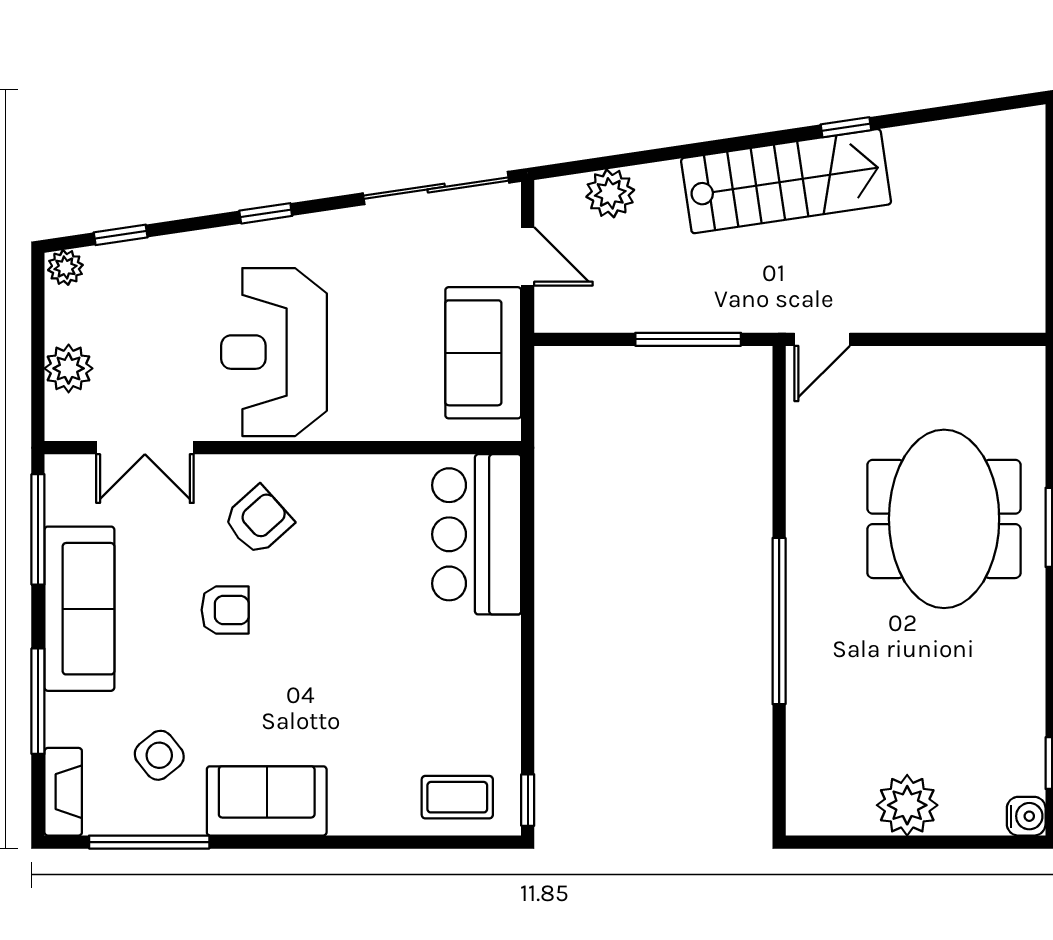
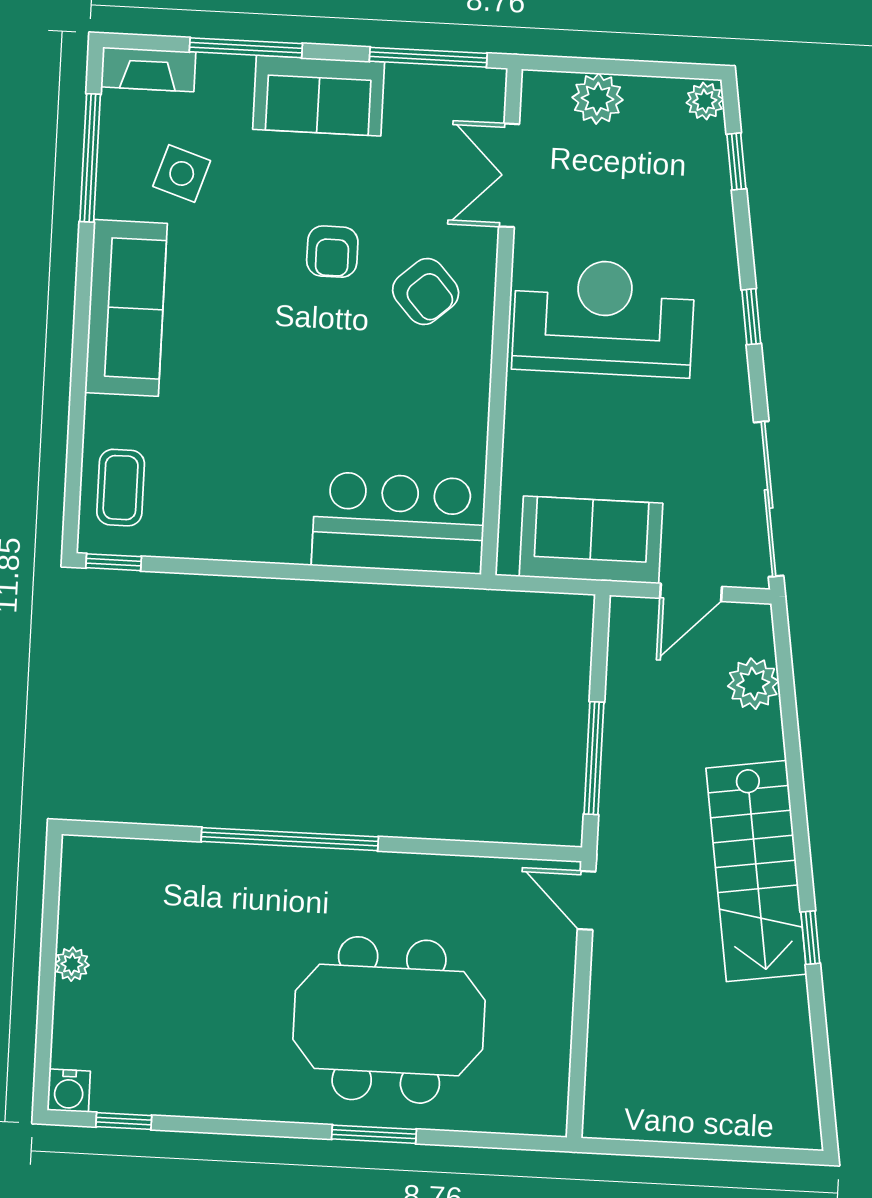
sofa: (79, 609) -> (319, 96), width x0.73
side table: (159, 755) -> (182, 173), turned -33
sofa: (267, 801) -> (126, 308), width x1.36
plant: (907, 805) -> (72, 964), width x0.53, depth x0.53

